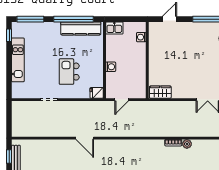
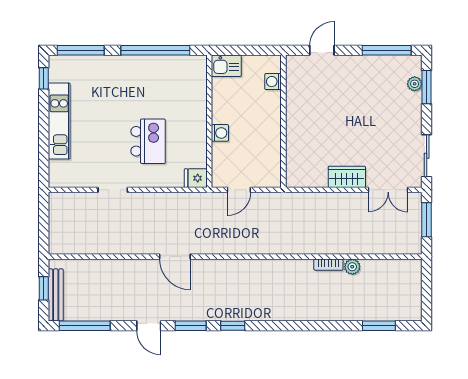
kitchen counter: (81, 28) -> (168, 66), removed
kitchen island: (69, 72) -> (148, 141), turned 180
wardrobe: (160, 92) -> (347, 177), moved

